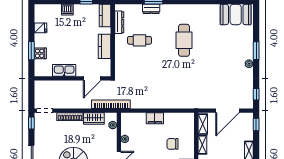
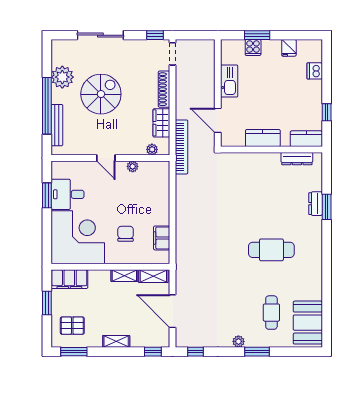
dishwasher: (67, 10) -> (315, 71), moved
cafe table: (139, 40) -> (271, 313), moved
filing cabinet: (155, 118) -> (162, 238), moved

